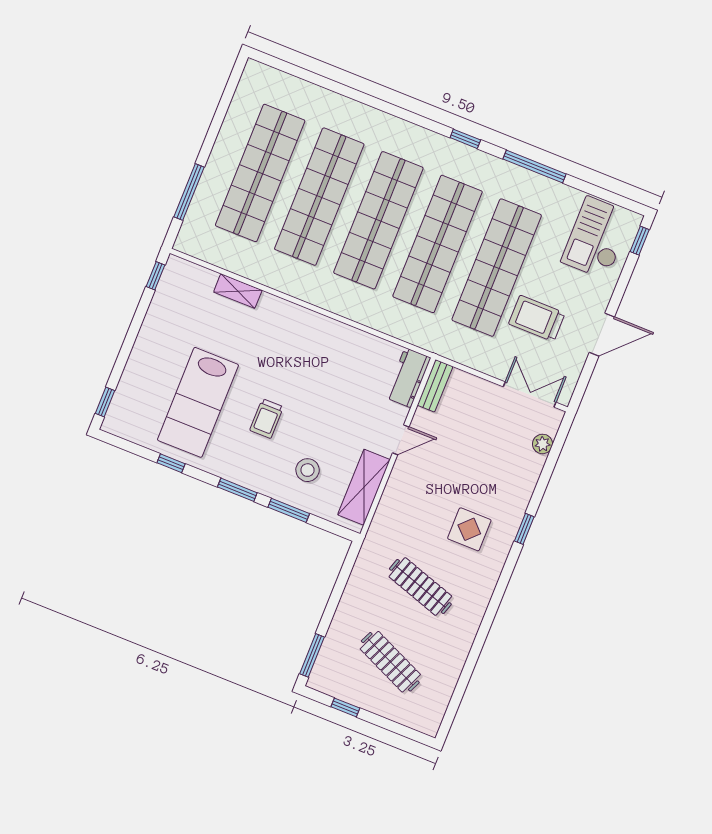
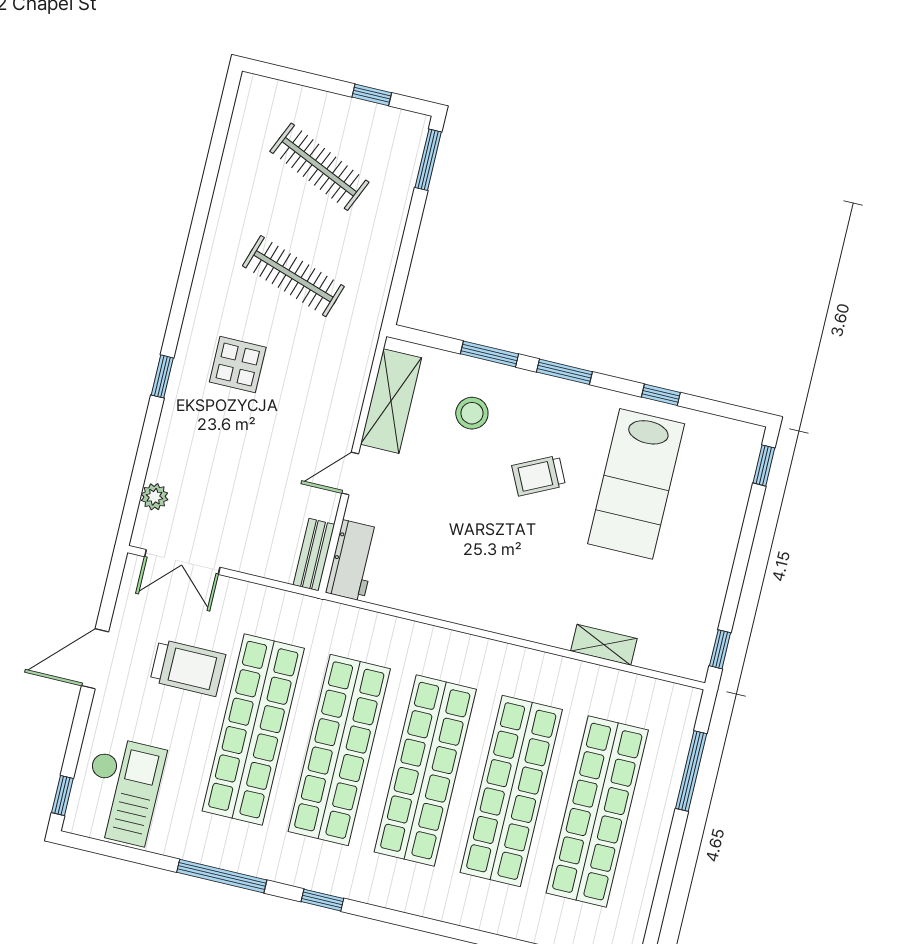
lab bench: (198, 402) -> (636, 484), turned 180
trolley: (267, 419) -> (539, 476), turned -116

